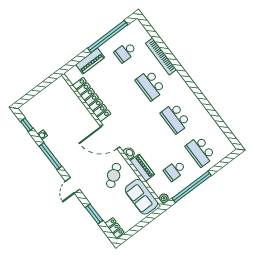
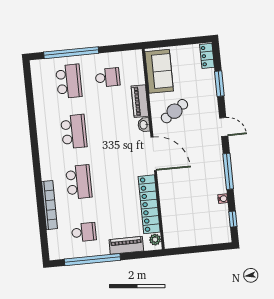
door: (72, 185) -> (224, 127), hinge flipped
window: (192, 187) -> (71, 53), moved
plant: (164, 198) -> (155, 240), moved

